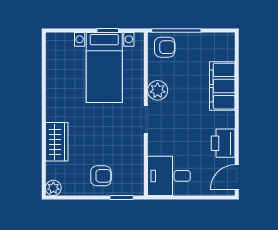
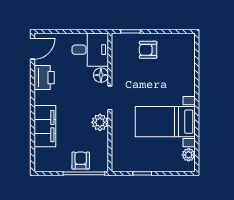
armchair: (165, 47) -> (81, 161), moved, turned 90
bed with nightstands: (104, 67) -> (165, 122), moved, turned -90
wardrobe: (57, 142) -> (186, 79), removed
floor lamp: (156, 146) -> (101, 75), added
plant: (53, 188) -> (189, 155), moved

